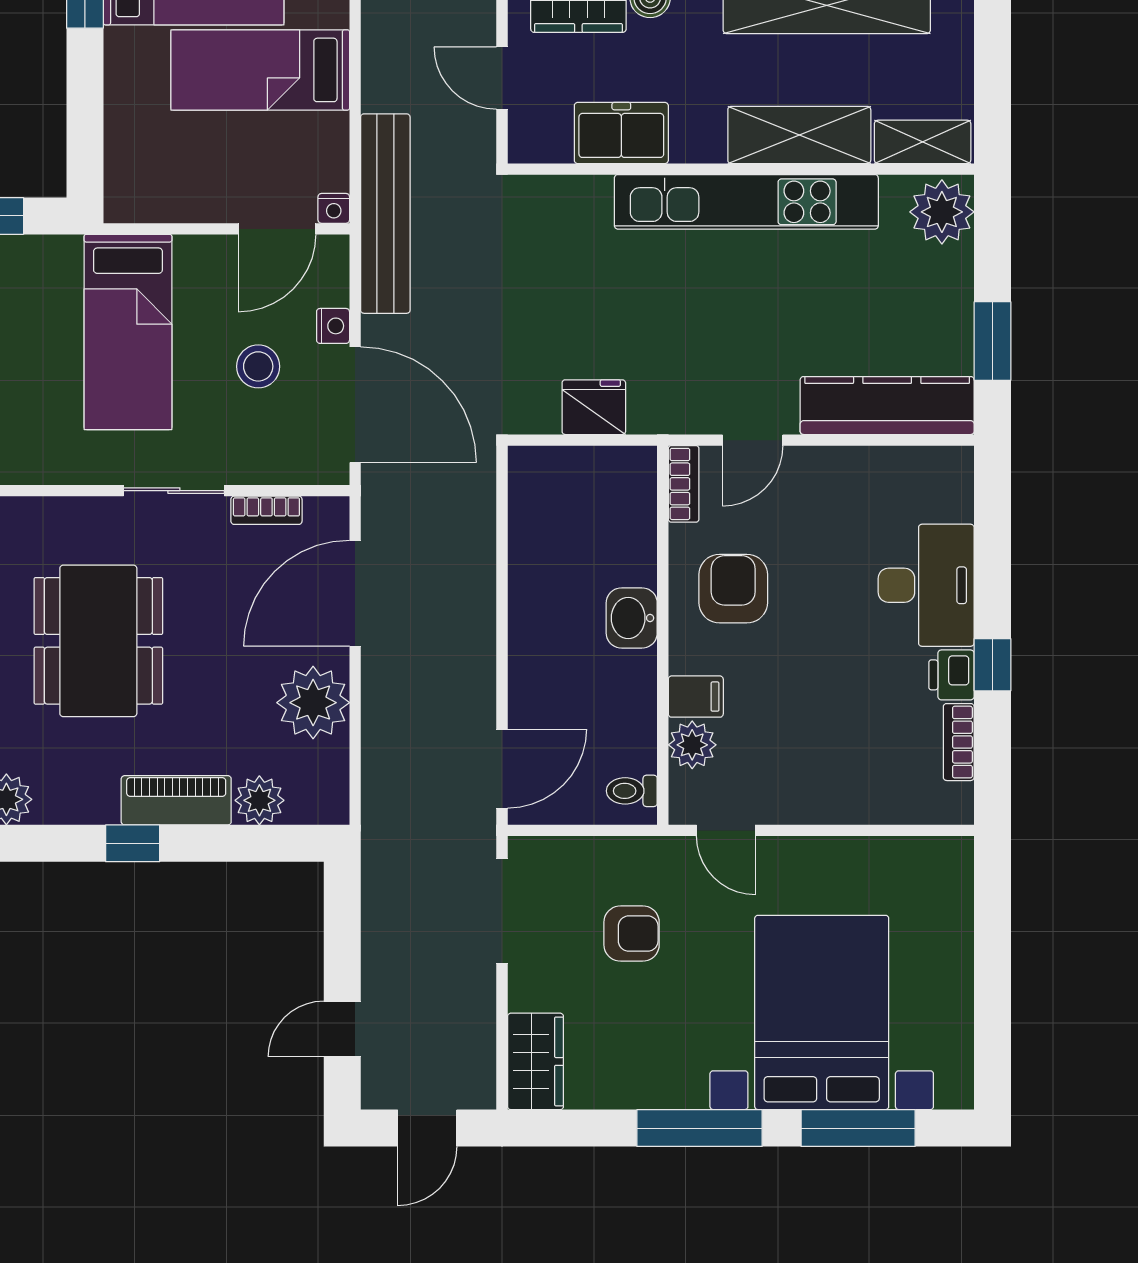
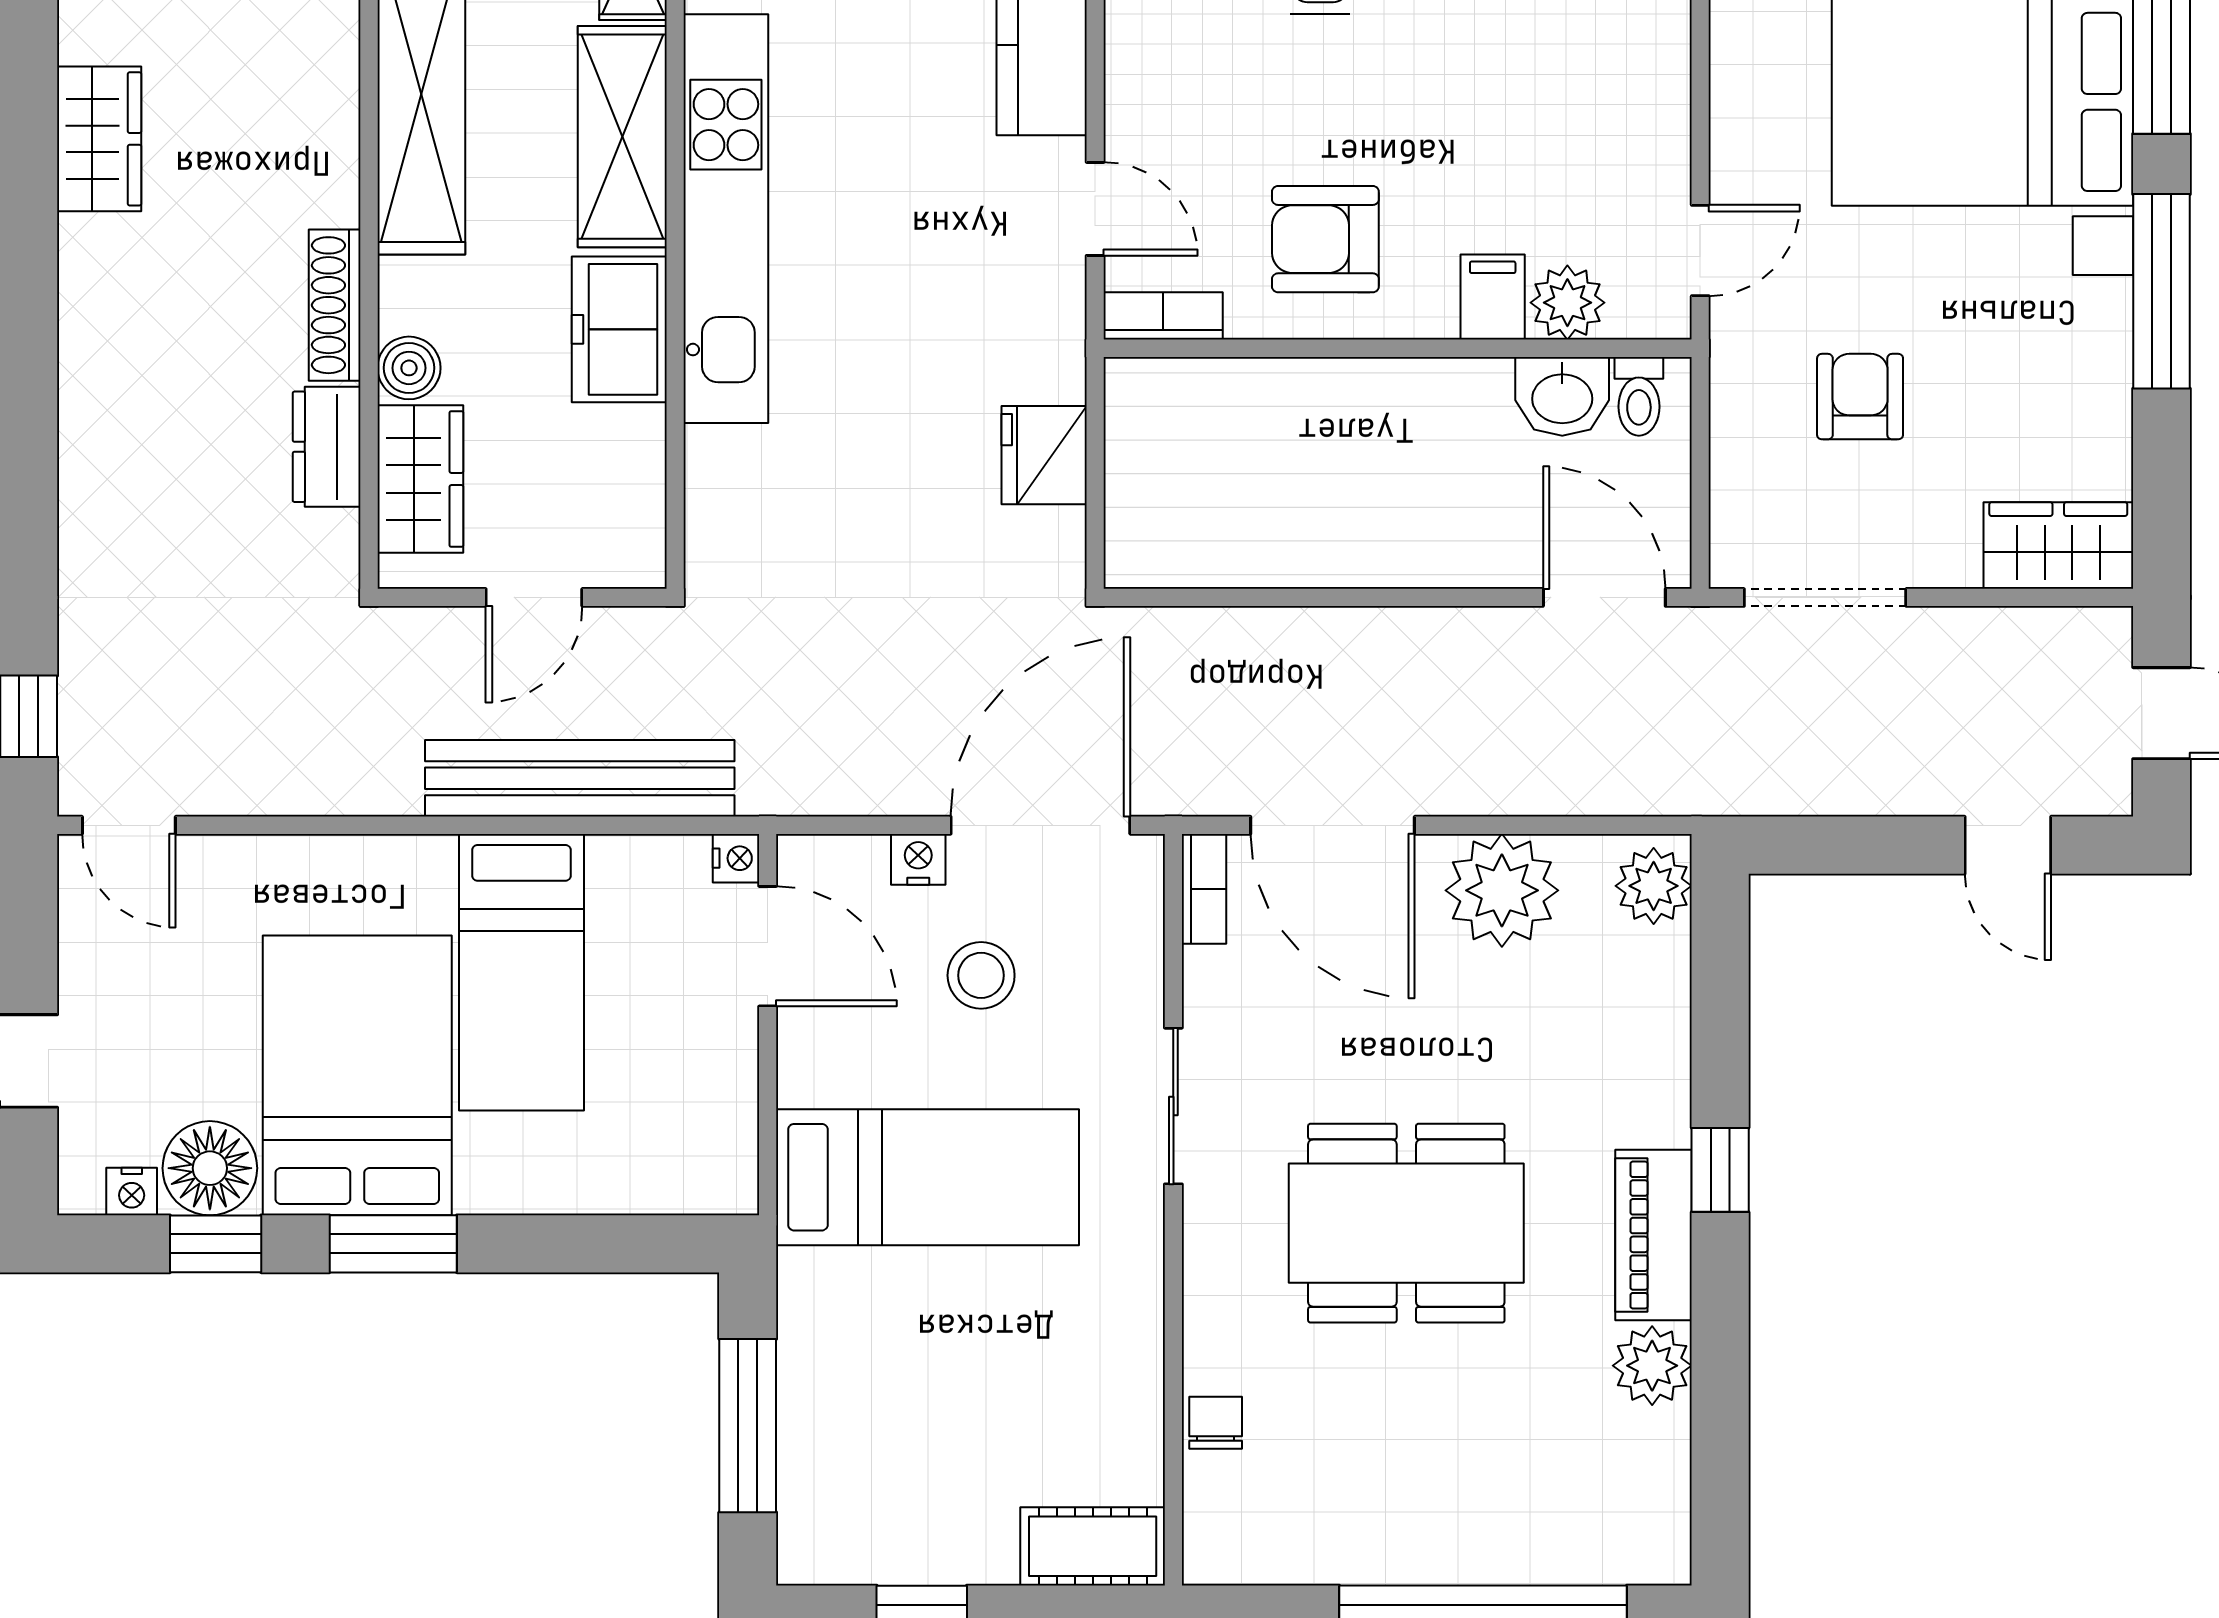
freezer: (621, 133) -> (619, 329), moved
bench: (385, 214) -> (580, 778), moved
bookcase: (266, 510) -> (1204, 889), moved
washbasin: (632, 618) -> (1562, 396), moved
piano: (176, 800) -> (1654, 1235), moved
plant: (259, 800) -> (1654, 886), moved

